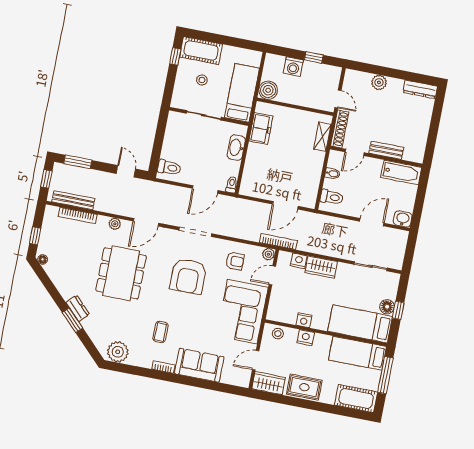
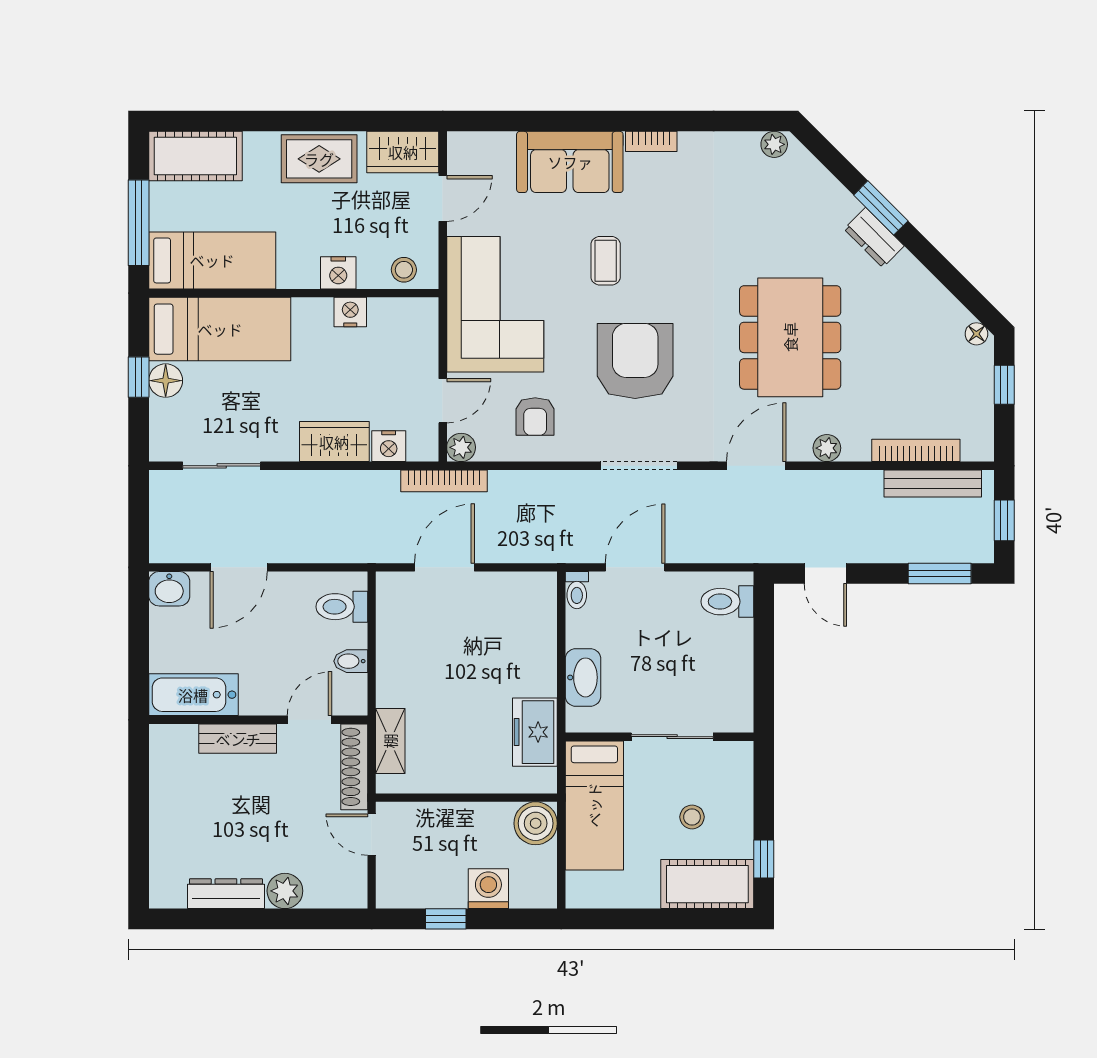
dresser: (420, 89) -> (226, 894), moved
armchair: (235, 261) -> (535, 416), turned -90
coffee table: (160, 332) -> (606, 261), moved
plant: (118, 352) -> (774, 144), width x0.53, depth x0.53

